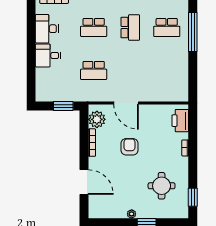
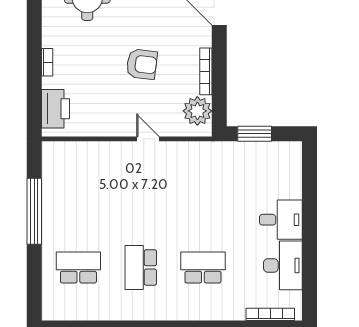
window: (193, 32) -> (34, 211), moved
school desk: (94, 70) -> (203, 194), removed
door: (126, 103) -> (148, 139), width x0.53
armchair: (130, 147) -> (142, 64), turned -83

